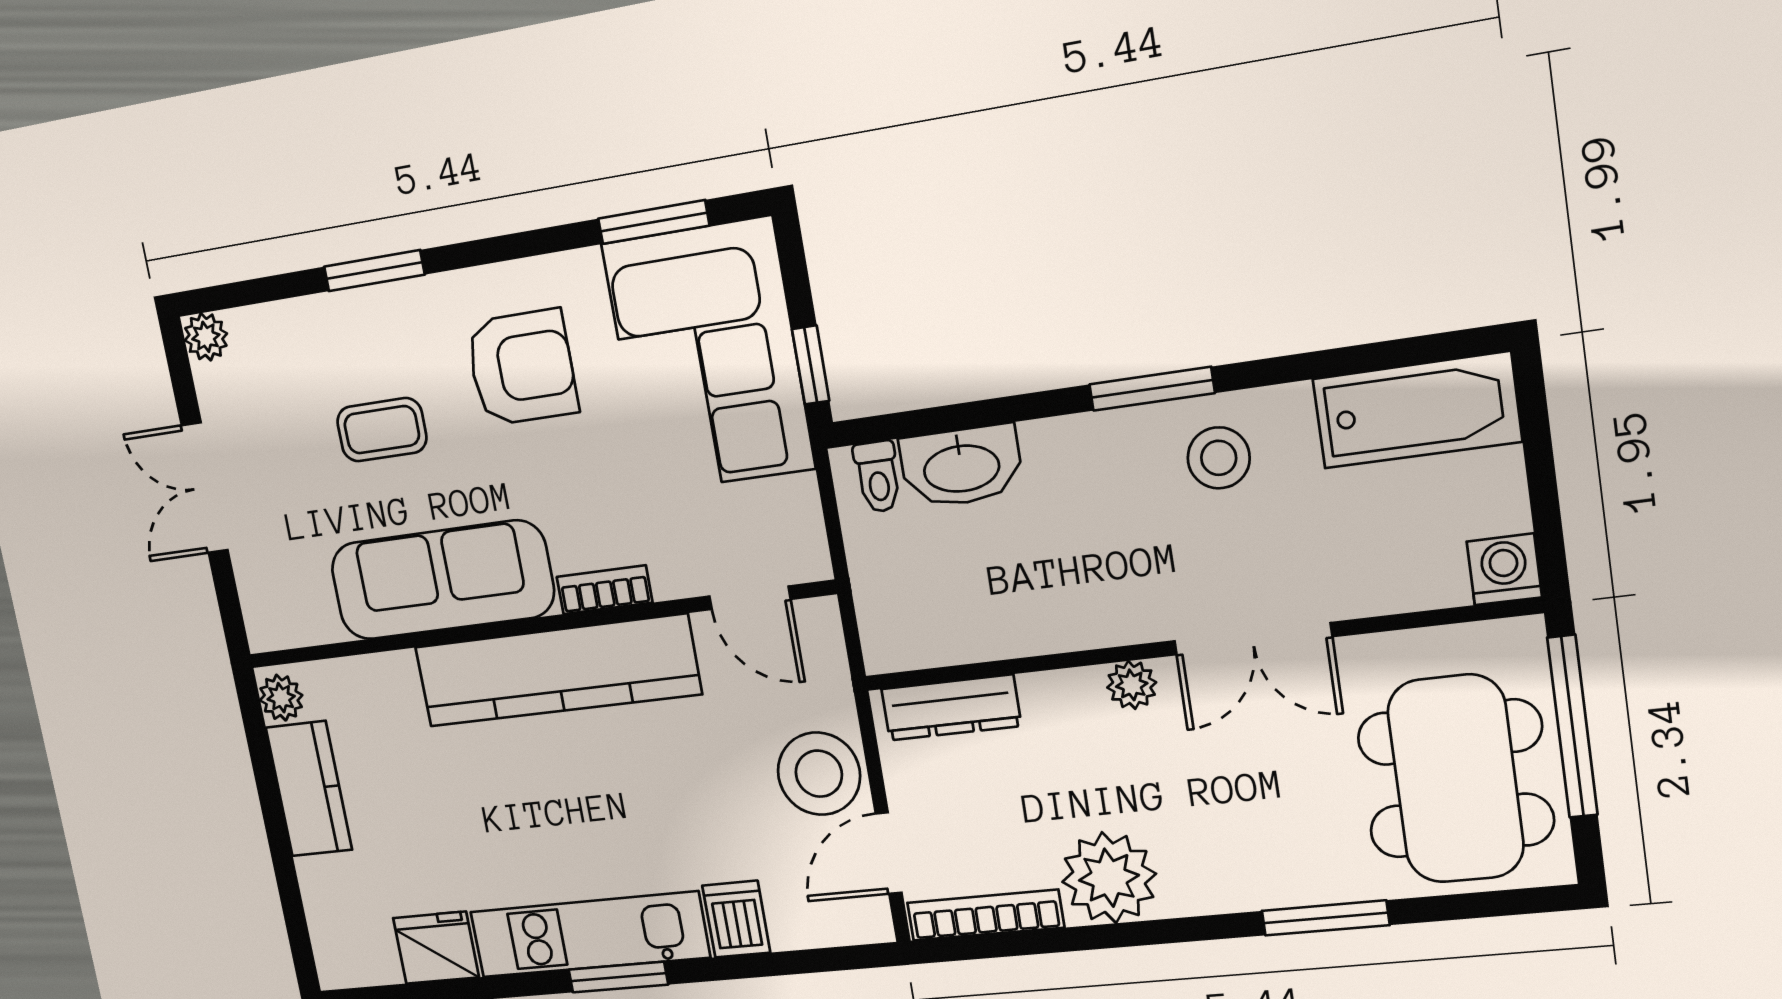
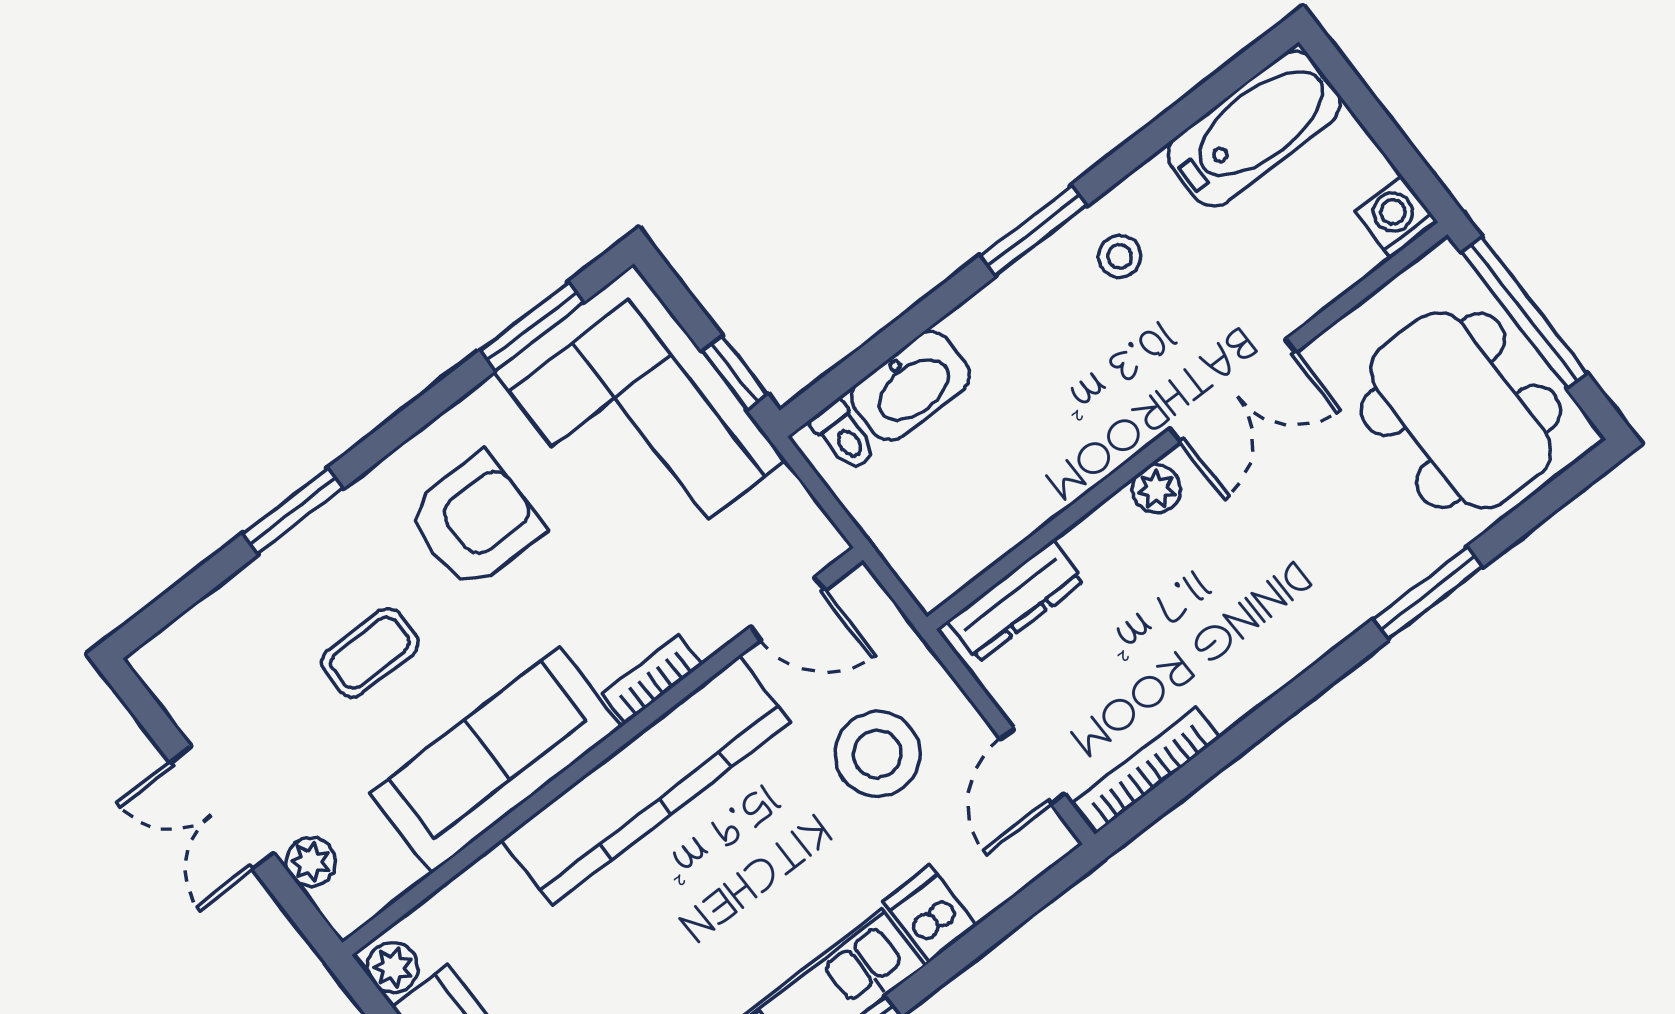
plant: (206, 337) -> (311, 862), moved
stool: (1219, 458) -> (1120, 256), width x0.73, depth x0.73
stool: (819, 774) -> (877, 754), moved
plant: (1109, 878) -> (1232, 670), removed

